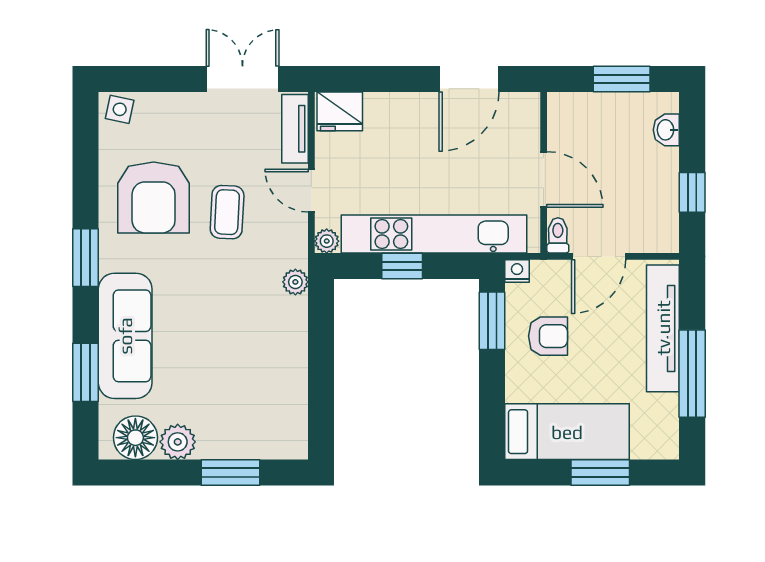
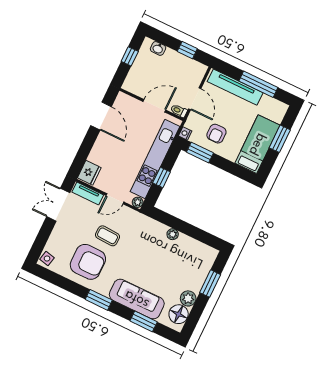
window: (622, 79) -> (130, 56), width x0.67
plant: (295, 282) -> (173, 234), moved
armchair: (548, 336) -> (216, 134), turned 180

